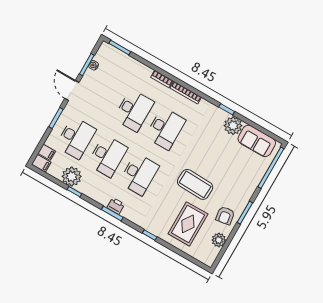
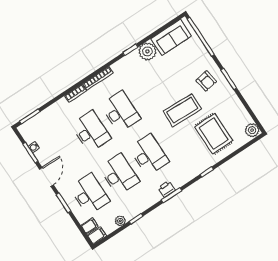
door: (72, 90) -> (46, 177), swing flipped
plant: (72, 176) -> (120, 221), width x0.53, depth x0.53
armchair: (225, 216) -> (206, 81), moved
plant: (219, 240) -> (252, 130), moved

